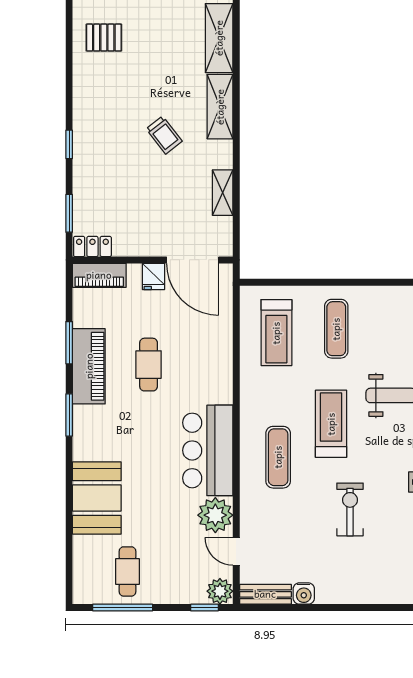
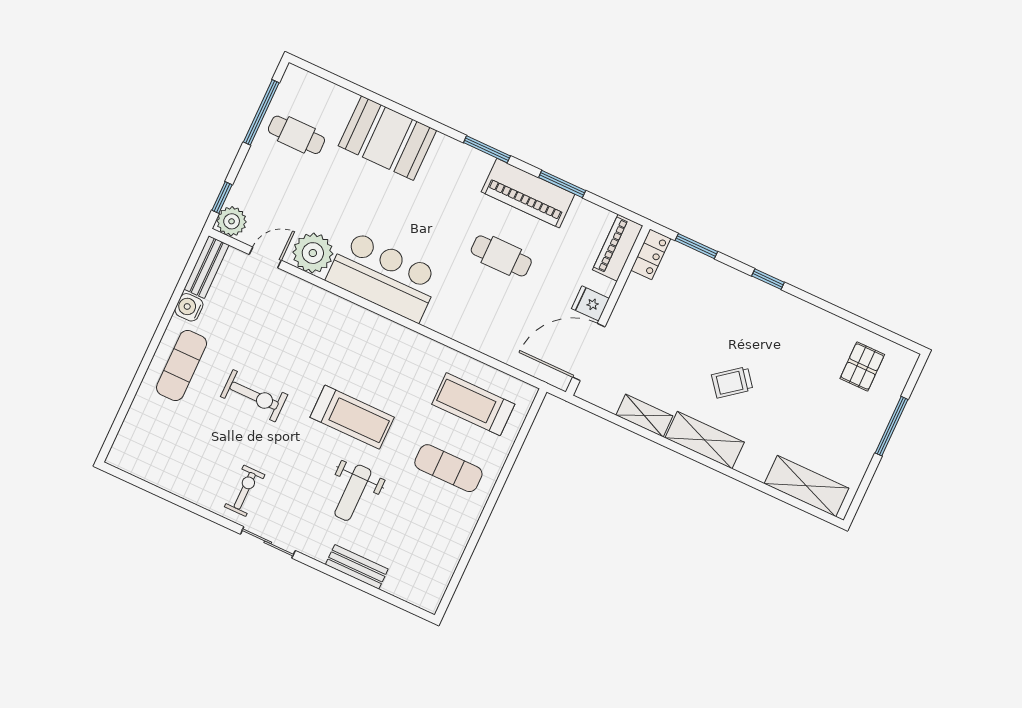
shelving: (220, 107) -> (705, 440), moved
exercise mat: (278, 457) -> (182, 365), moved, turned 90

